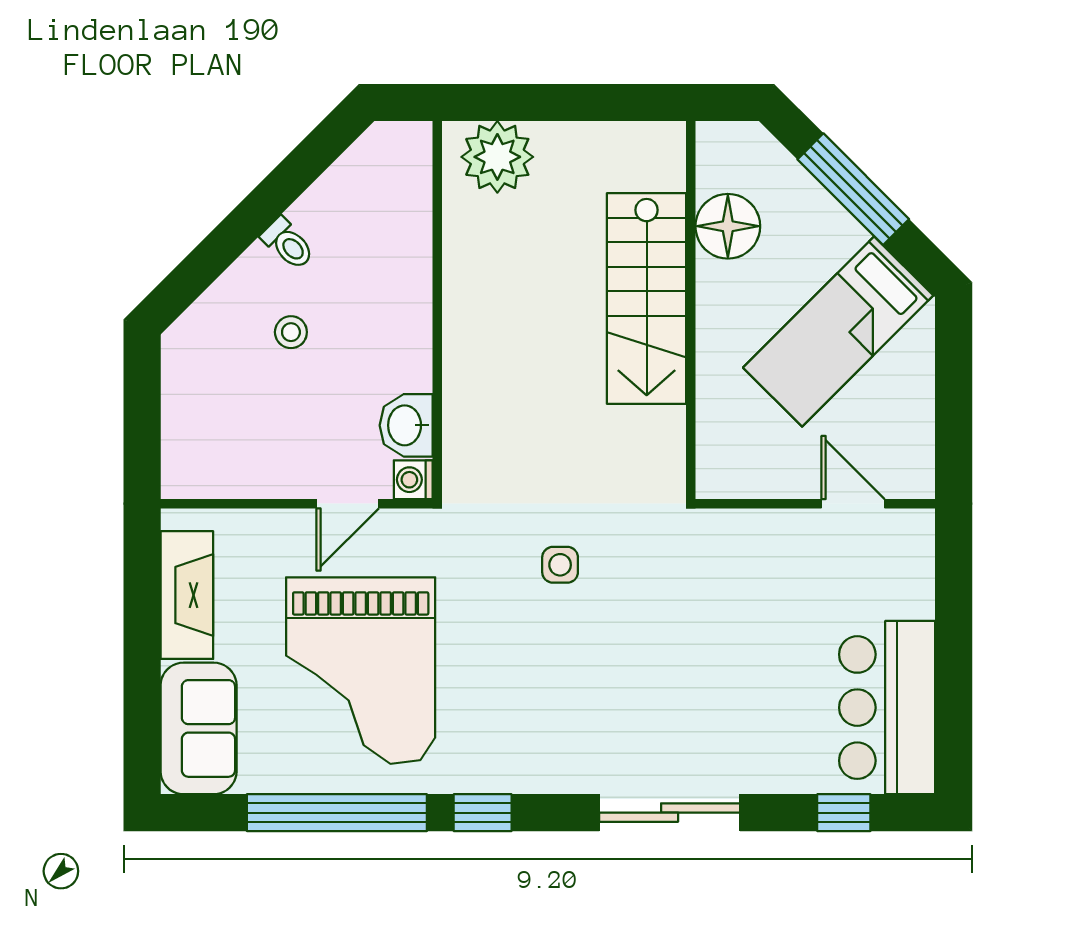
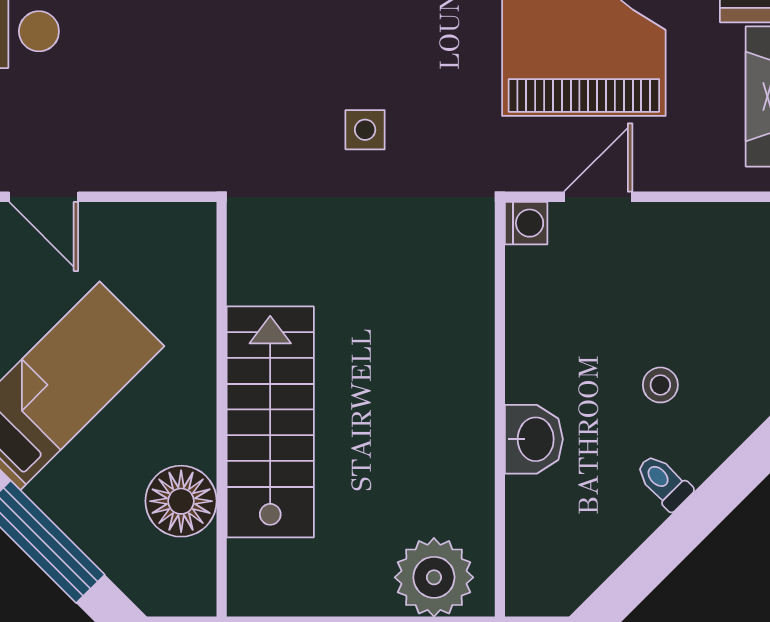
washbasin: (406, 425) -> (534, 439), moved

